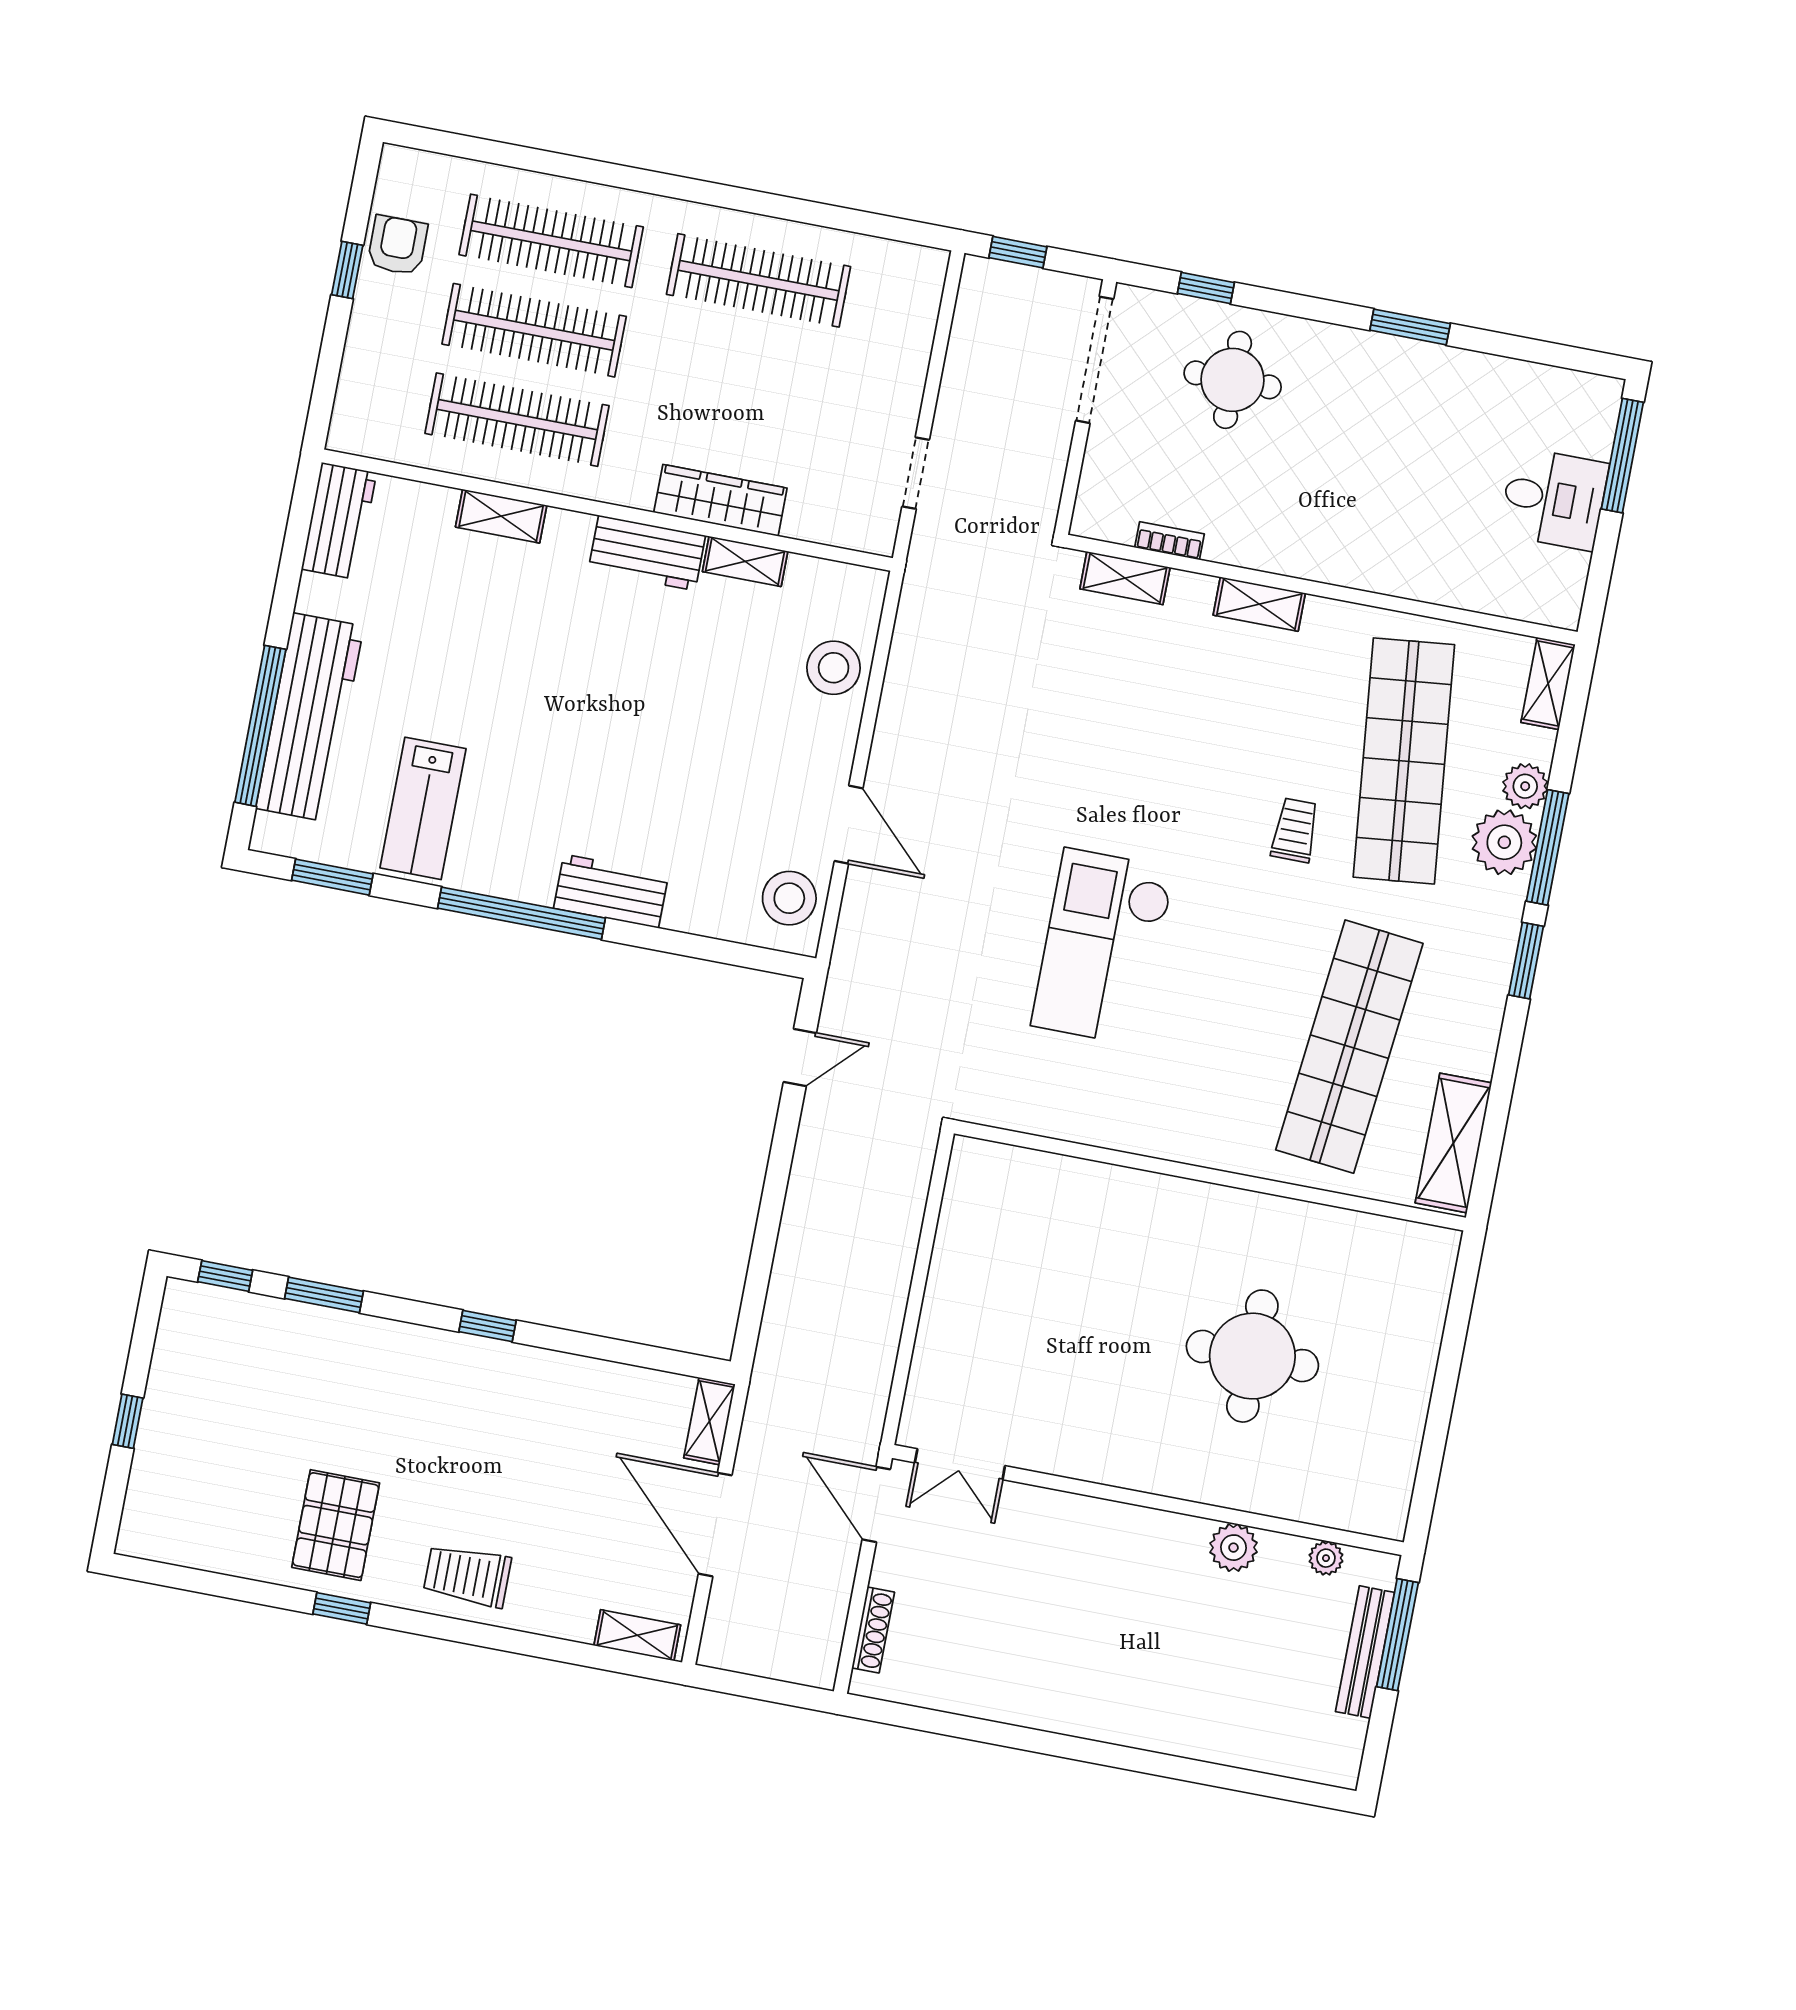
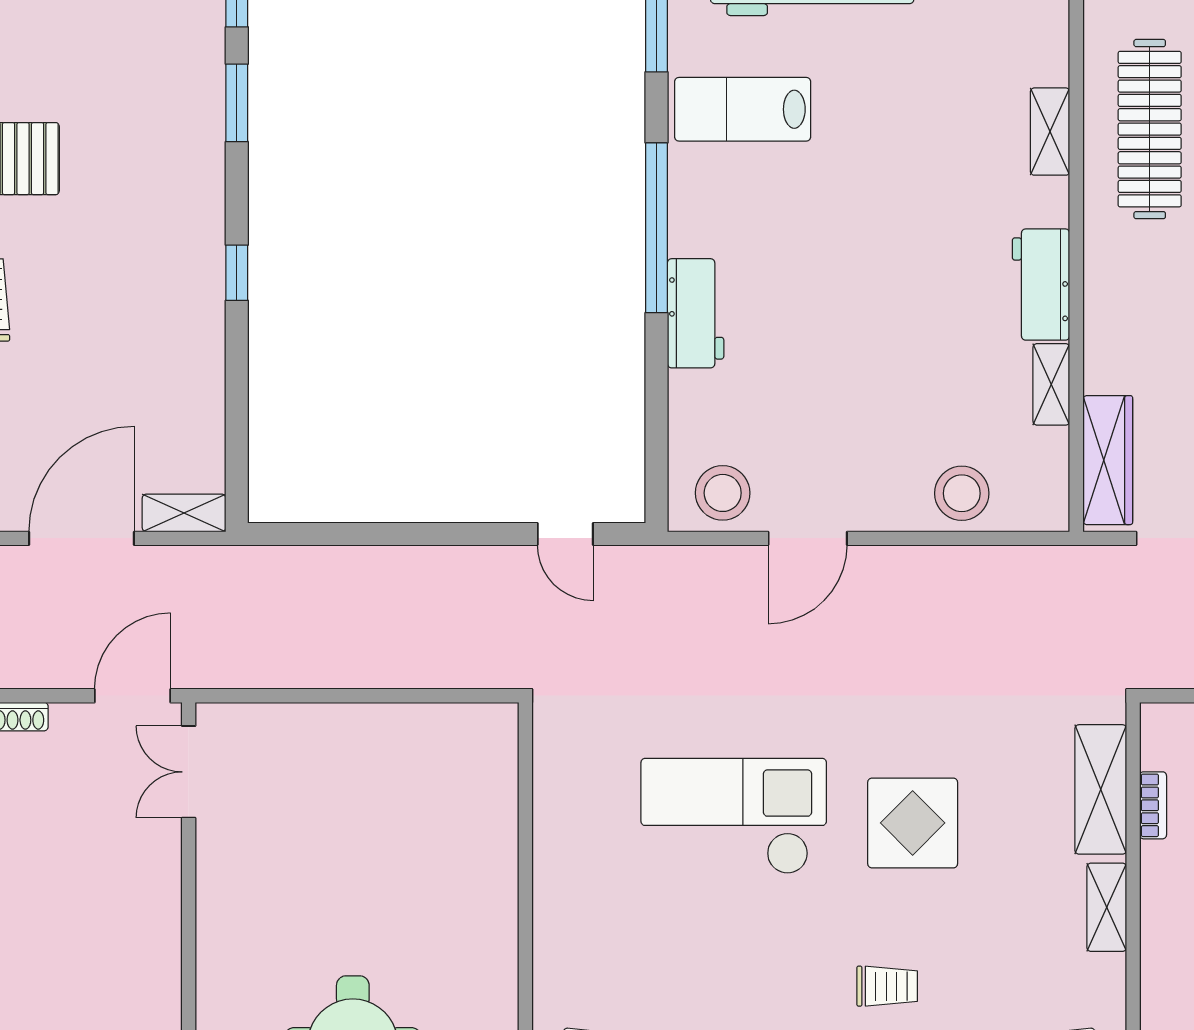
wardrobe: (720, 500) -> (1108, 460), moved
shelving: (1125, 578) -> (1101, 789), width x1.50, depth x1.33
display table: (1142, 776) -> (913, 823), added

